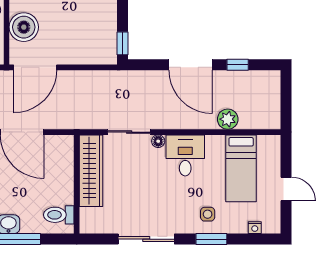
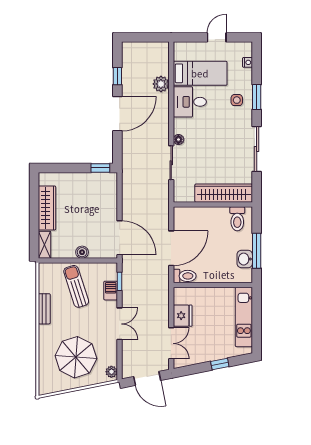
boiler: (24, 27) -> (82, 252), width x0.54, depth x0.54
desk: (185, 155) -> (190, 102), moved
wardrobe: (91, 171) -> (224, 193), moved

